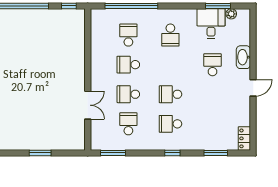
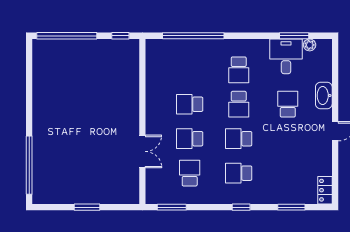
school desk: (128, 35) -> (239, 104), moved, turned 180

